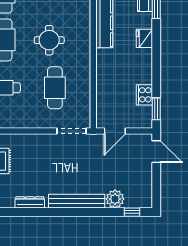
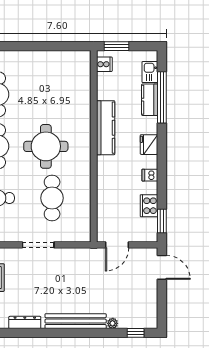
round table: (49, 40) -> (46, 146), width x1.36, depth x1.36
dishwasher: (145, 67) -> (150, 175), added
doorway: (71, 131) -> (38, 245), moved
plant: (115, 199) -> (113, 323), width x0.53, depth x0.53

